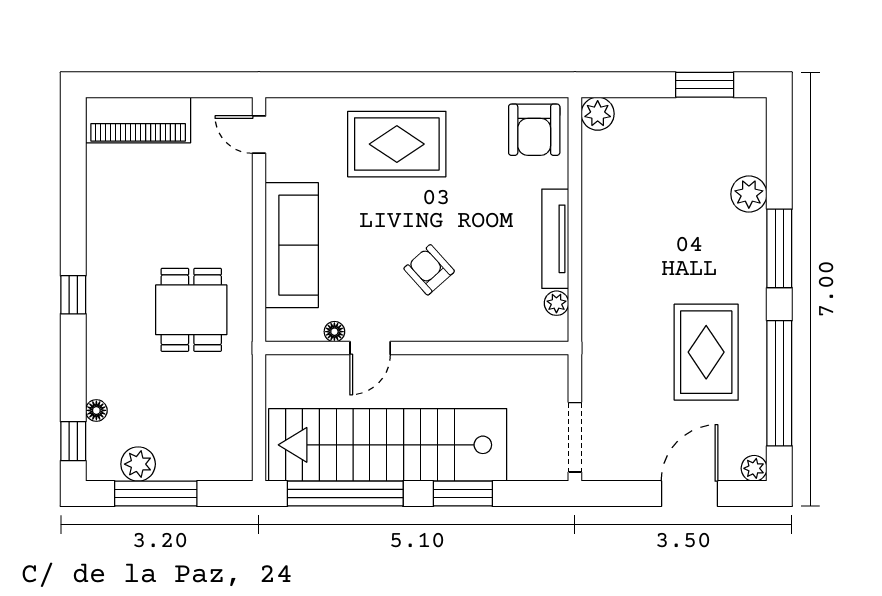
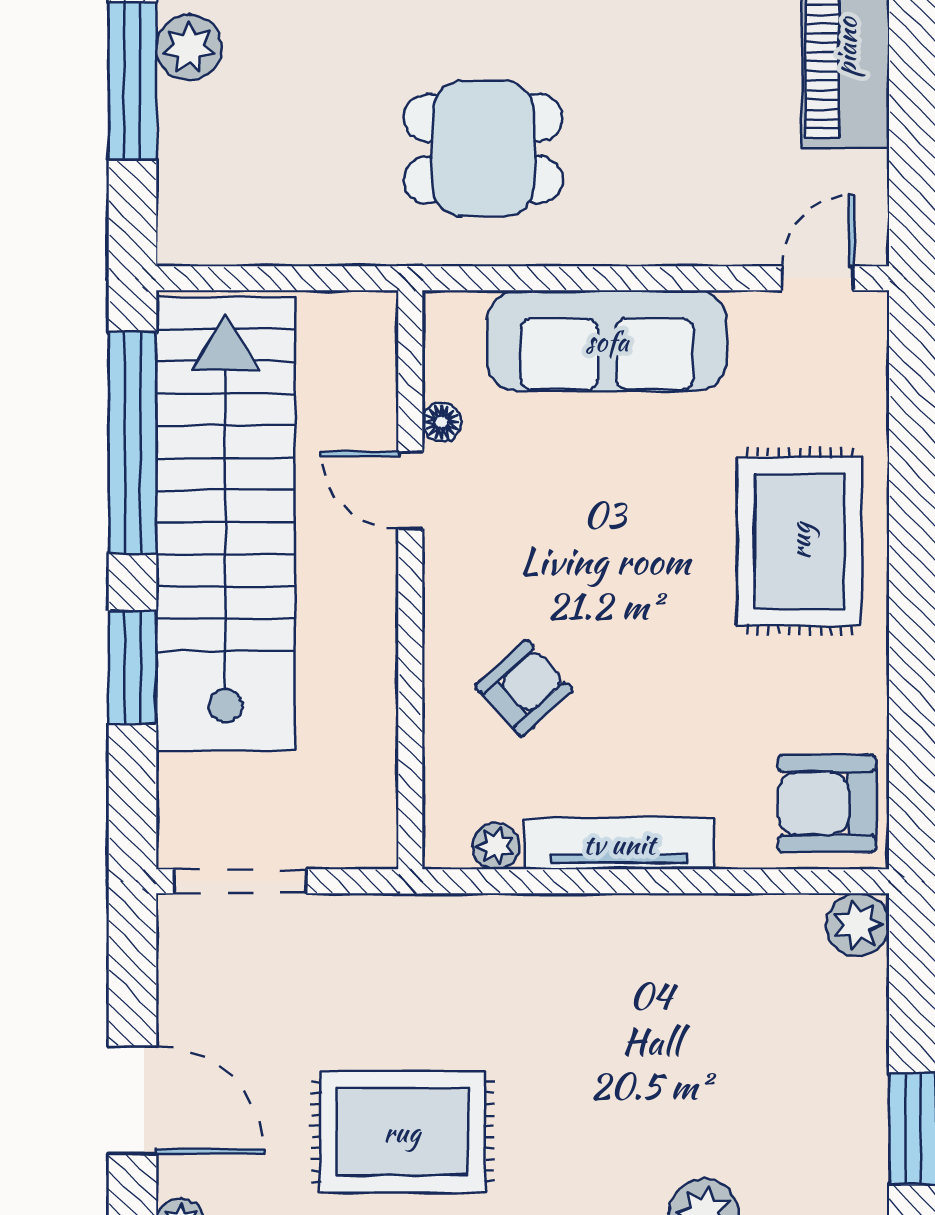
armchair: (429, 270) -> (524, 688), moved

